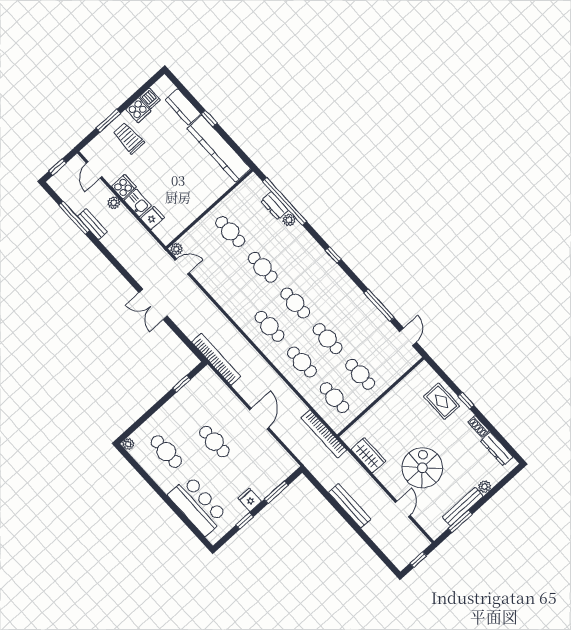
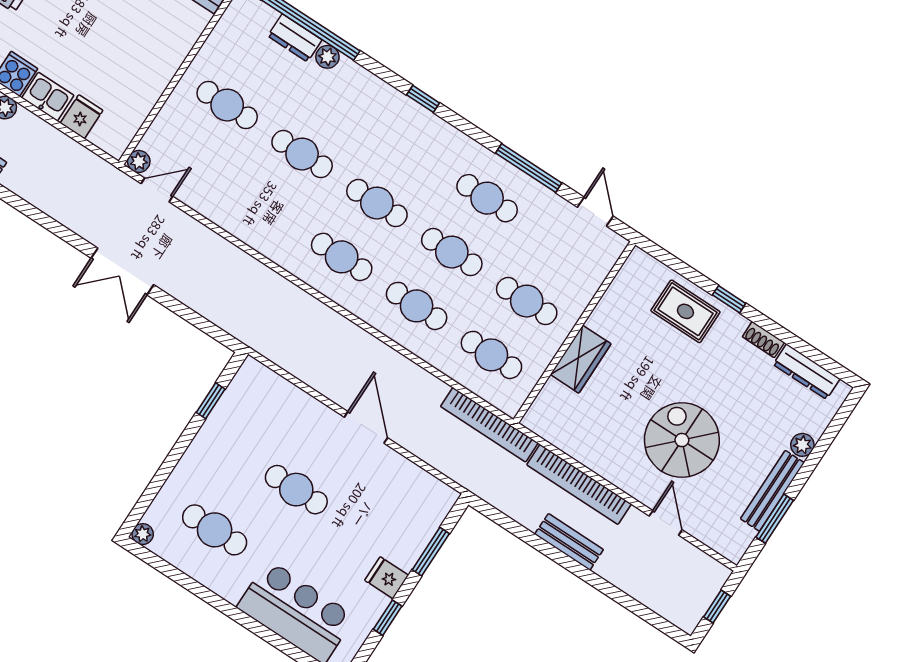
cafe table: (353, 315) -> (487, 198), added
bookcase: (216, 359) -> (579, 484), moved, turned 180
wardrobe: (368, 455) -> (581, 359), moved, turned 90
bench: (350, 506) -> (569, 542), width x0.73

